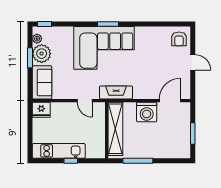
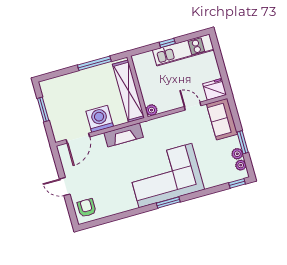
plant: (42, 54) -> (237, 154), width x0.53, depth x0.53
fireplace: (116, 92) -> (124, 135), moved
door: (85, 101) -> (193, 106), moved
plant: (100, 107) -> (152, 110), added

